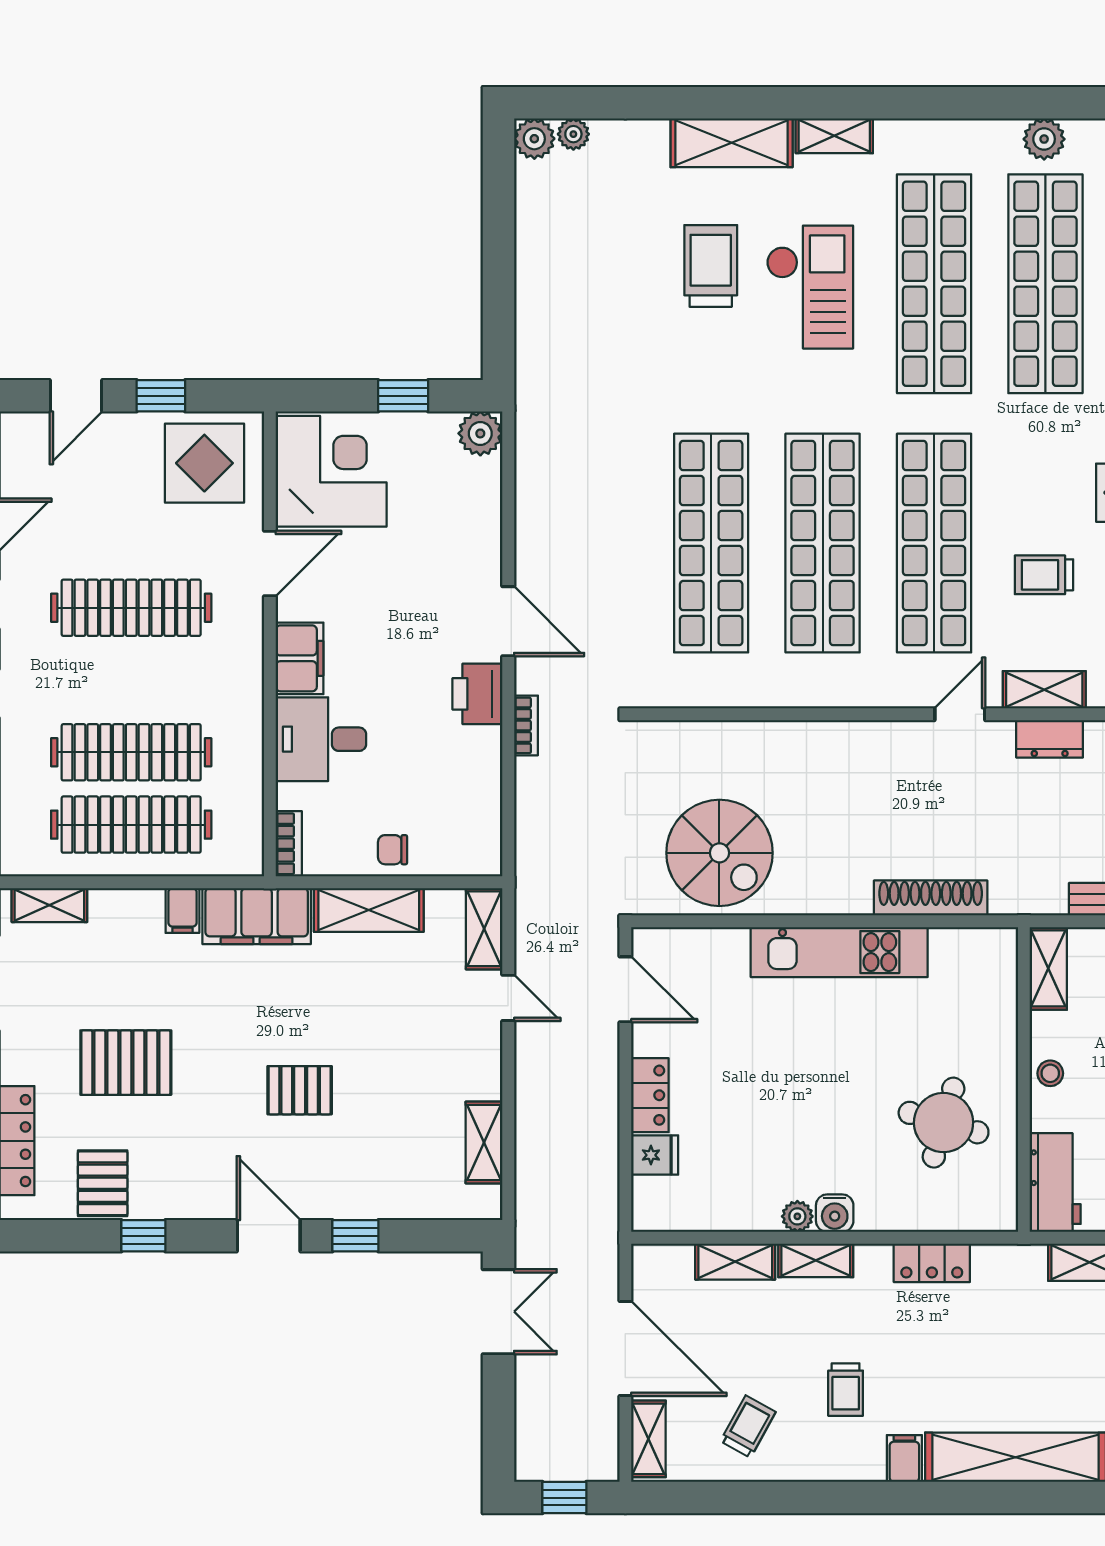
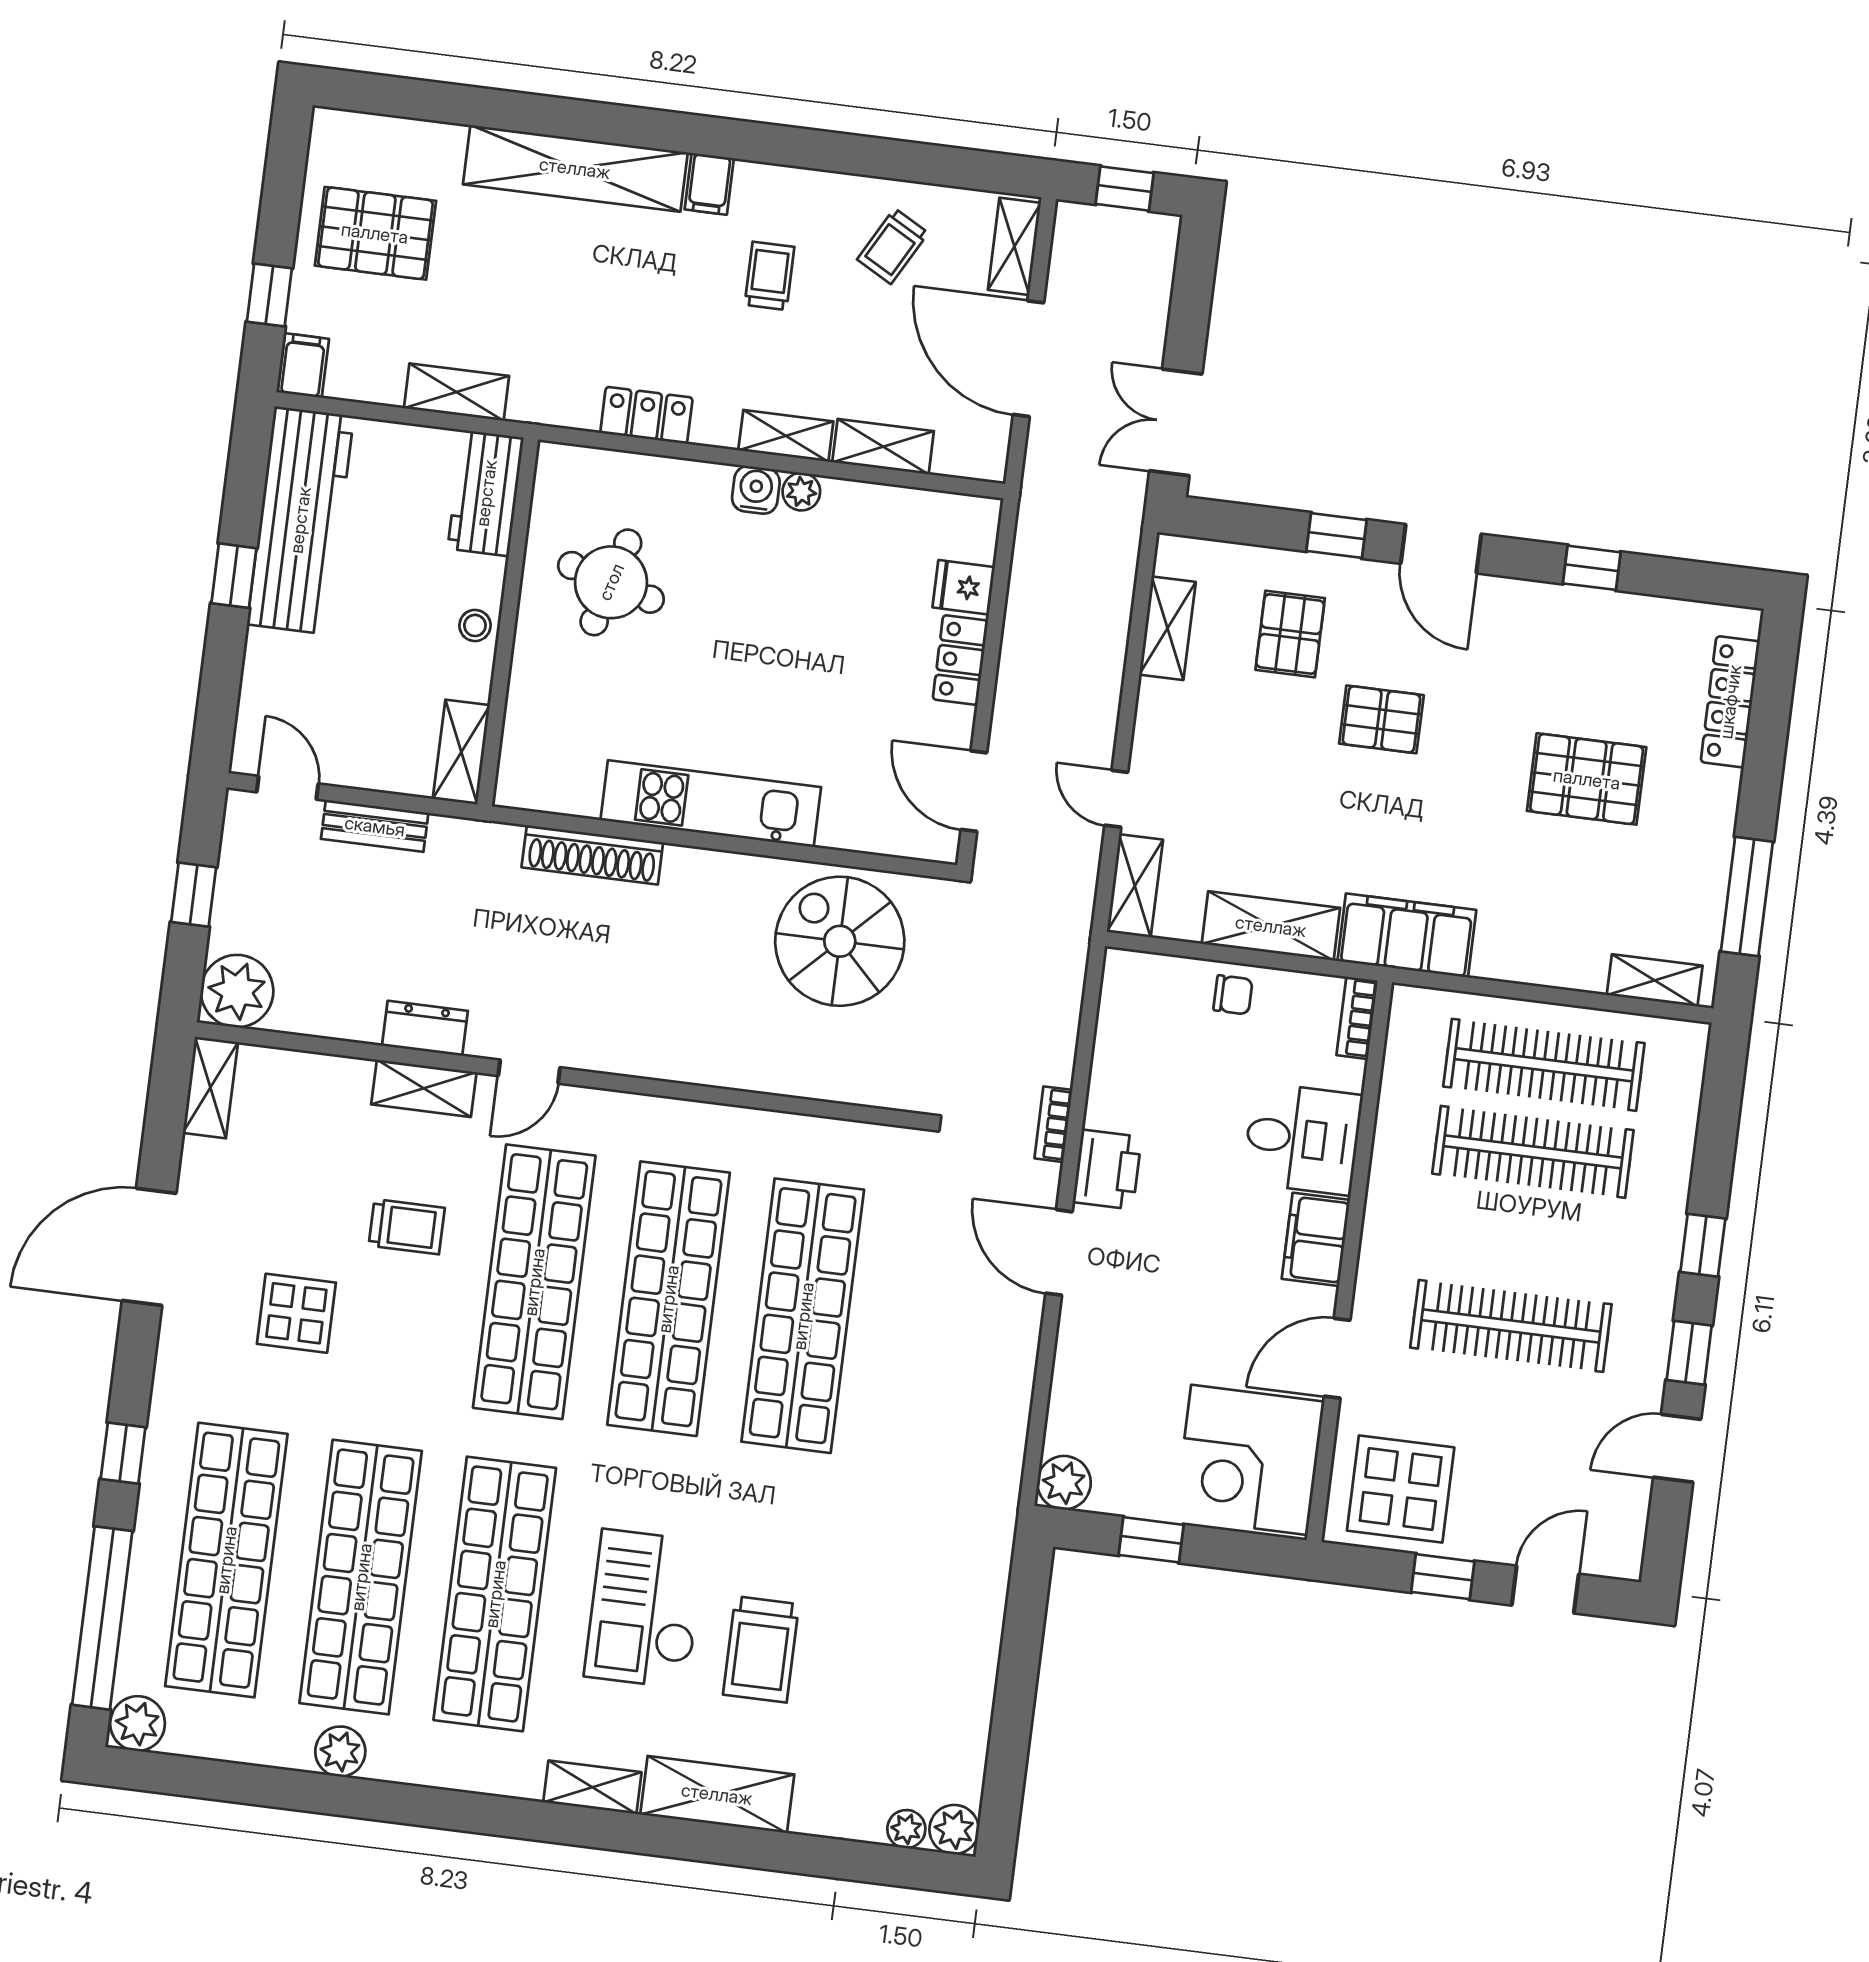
filing cabinet: (182, 911) -> (1495, 954), removed
pallet: (103, 1183) -> (1290, 634), moved

